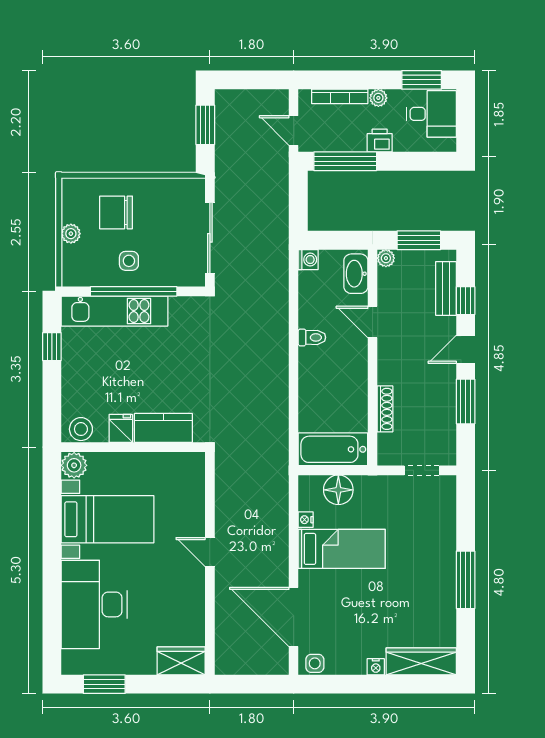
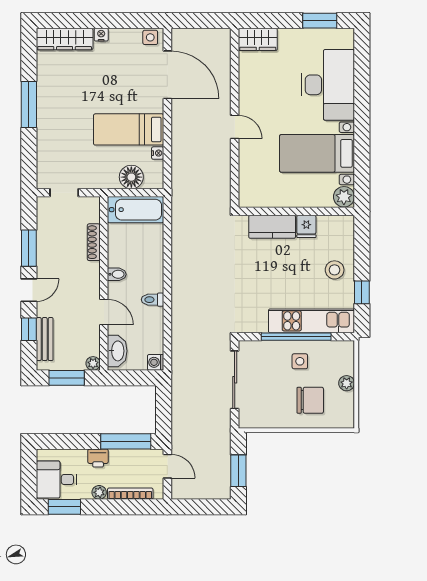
bidet: (356, 369) -> (117, 274), added
stool: (81, 429) -> (335, 270), moved

